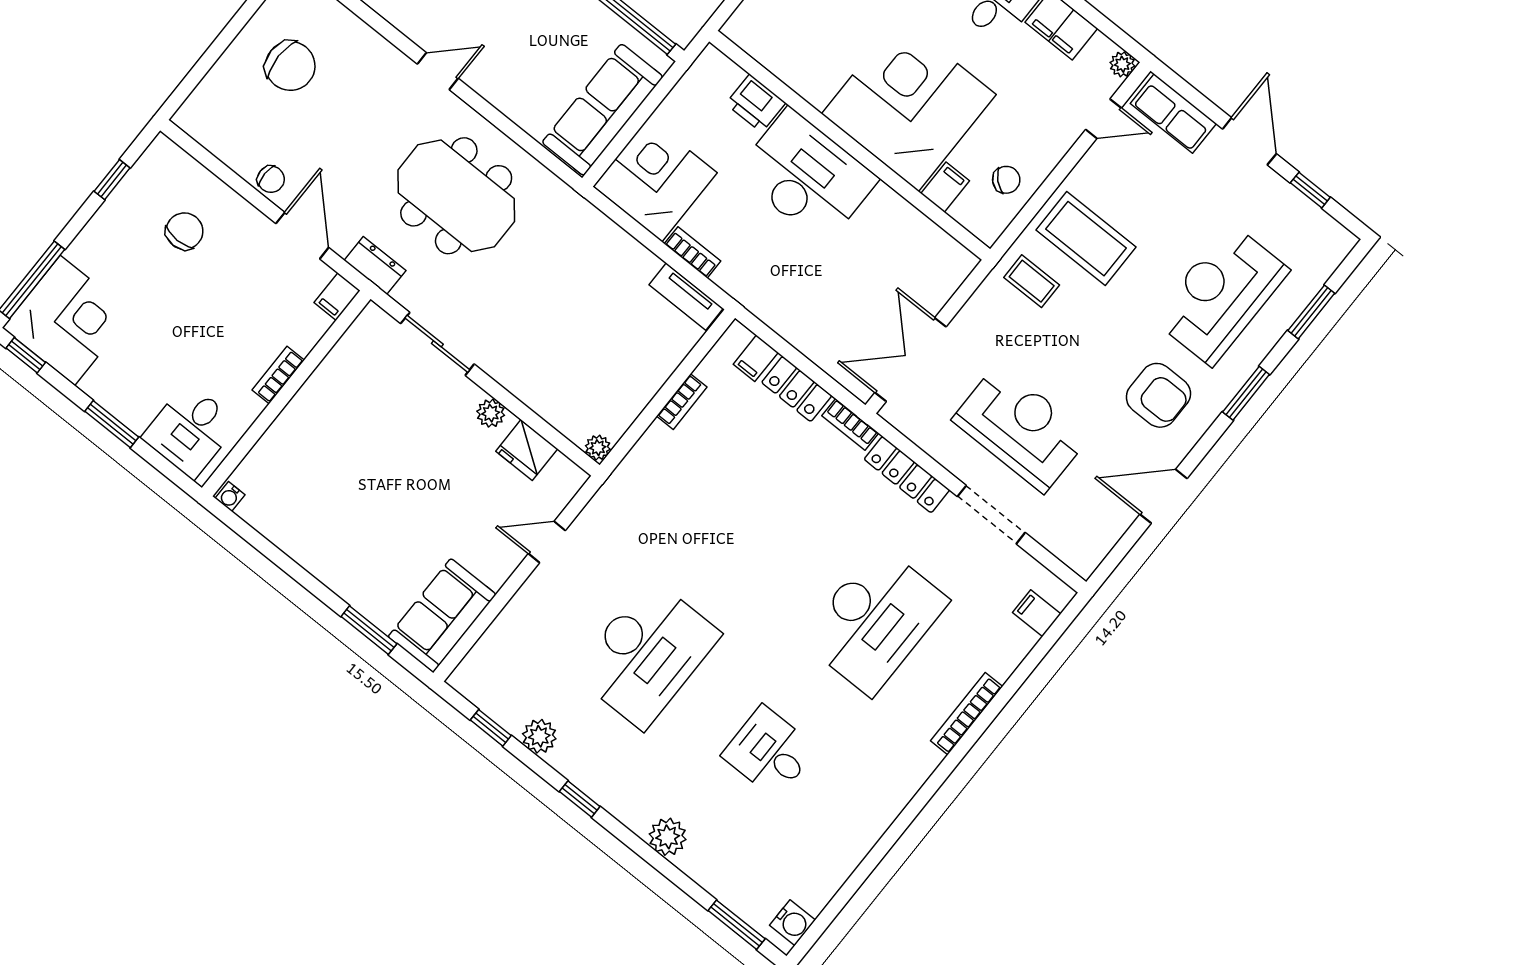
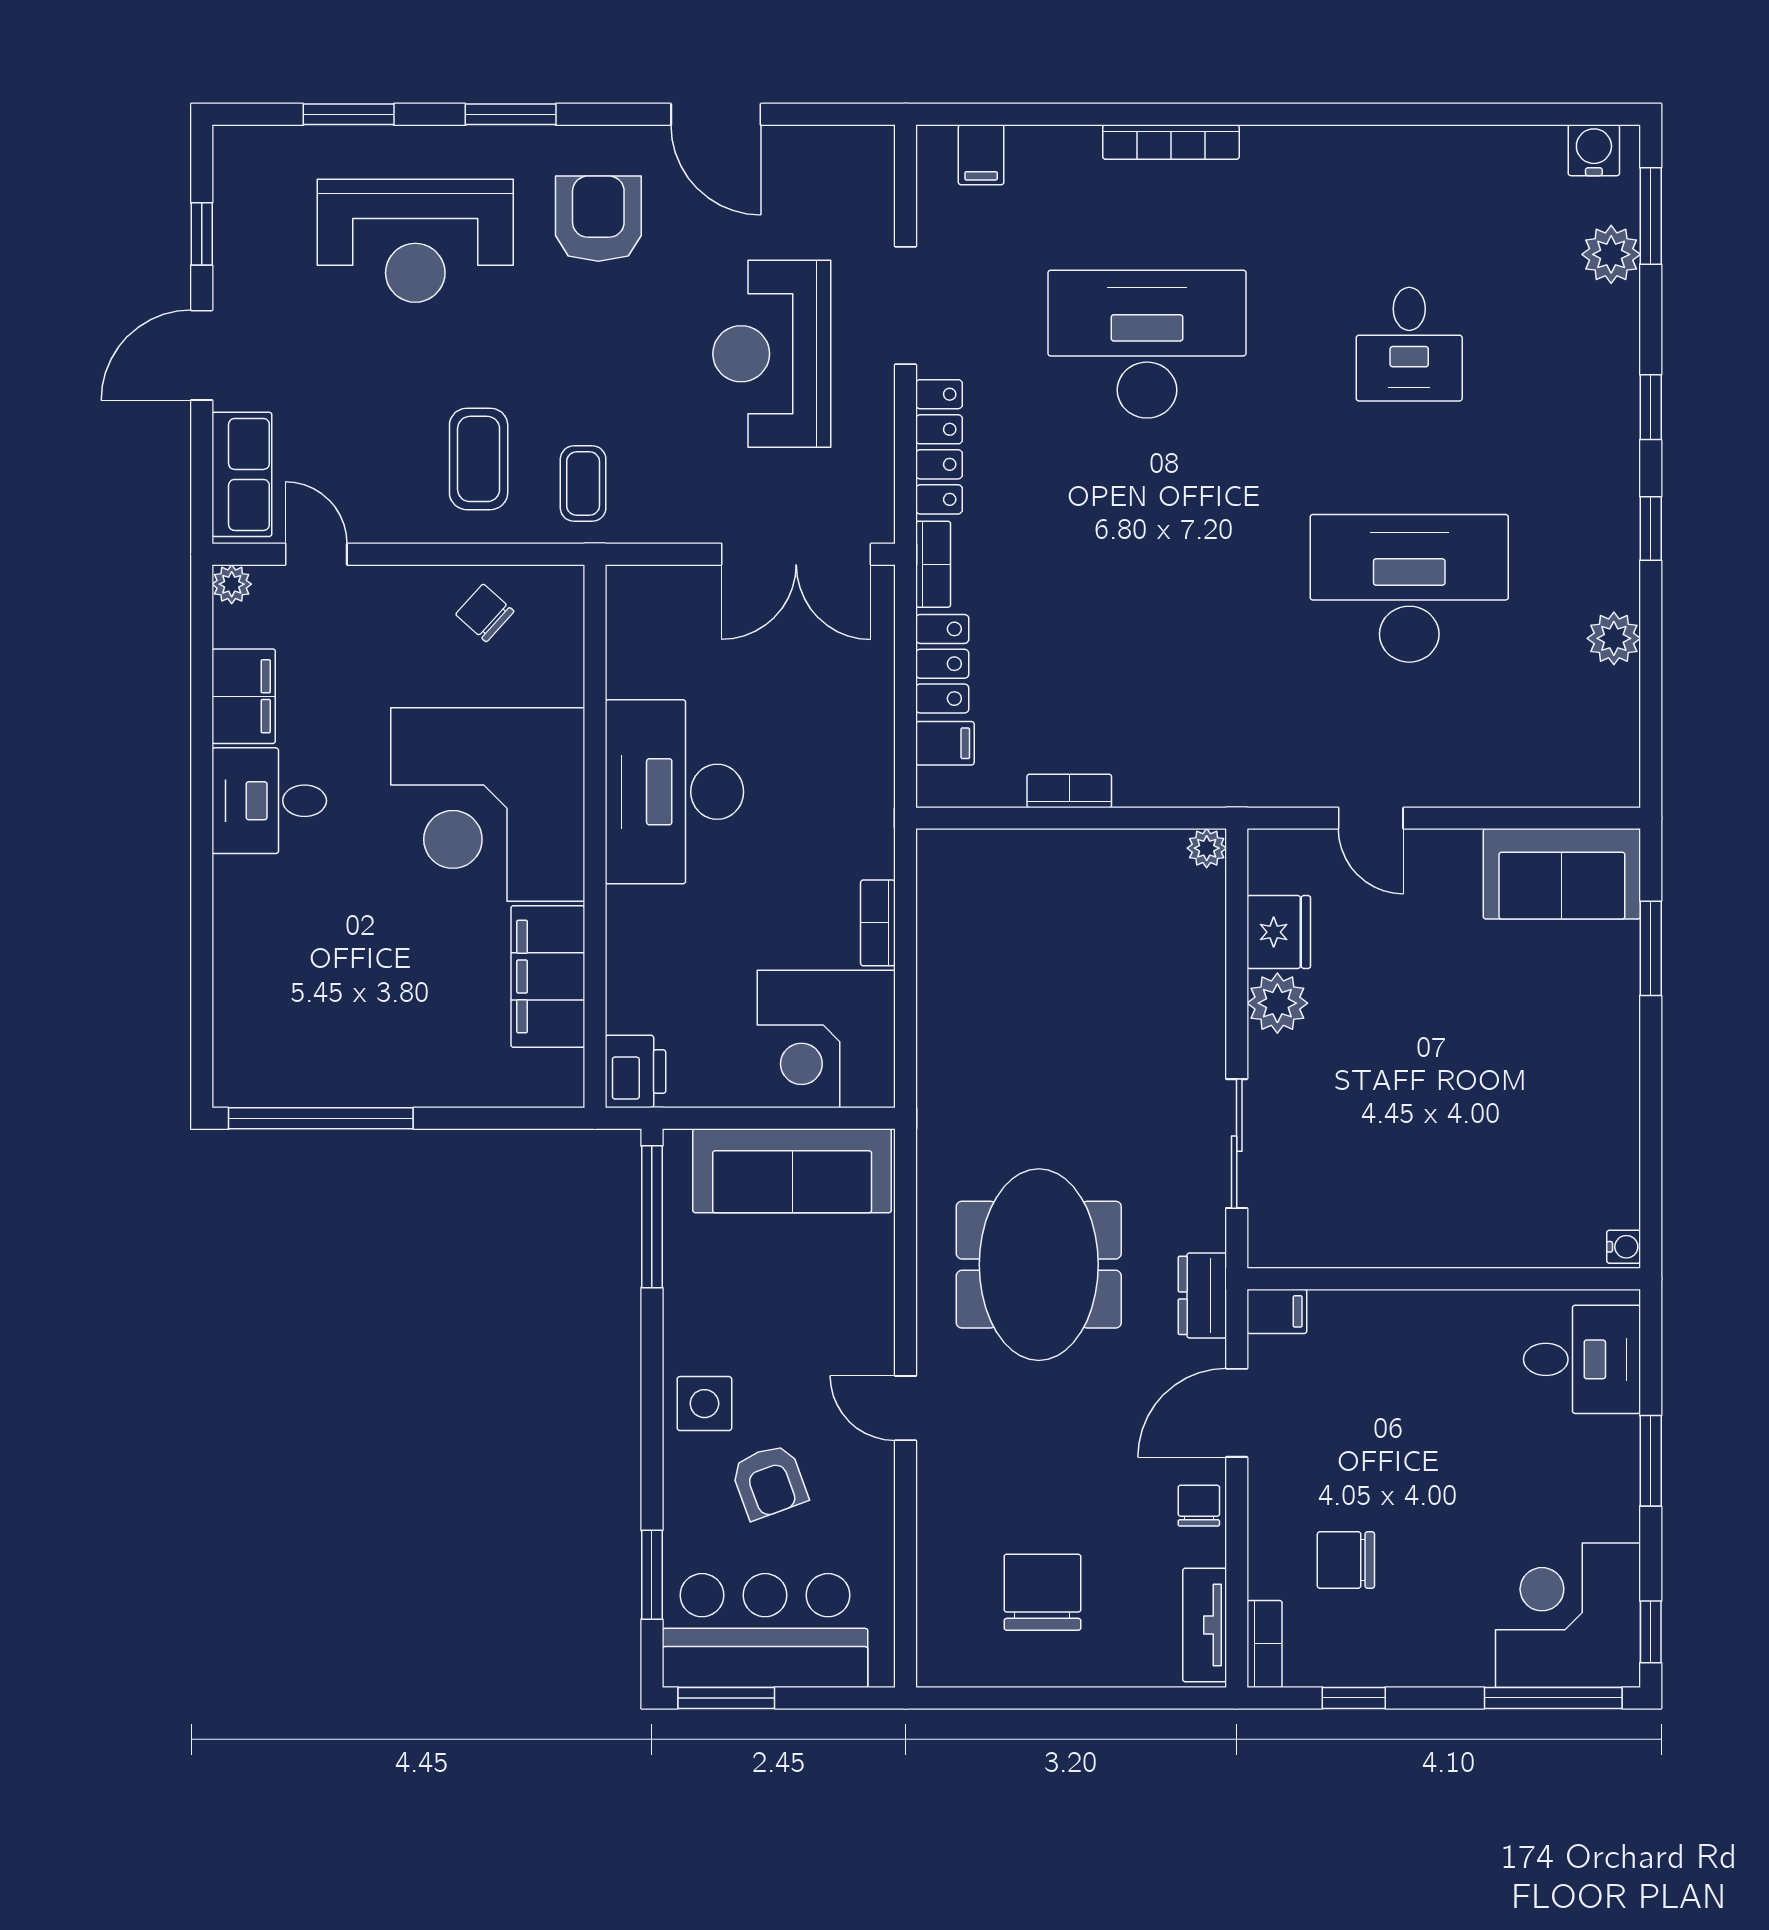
printer: (756, 103) -> (635, 1072), moved
desk: (807, 176) -> (674, 792), moved
filing cabinet: (945, 187) -> (548, 977), moved, width x3.00, depth x1.17
coffee table: (1086, 239) -> (479, 459), width x0.73, depth x0.76
tv unit: (686, 297) -> (1205, 1625), moved, turned 180
bookcase: (278, 375) -> (1265, 1644), moved, turned -90
plant: (491, 413) -> (1277, 1003), width x1.38, depth x1.38
window: (491, 728) -> (1651, 407), moved
plant: (668, 837) -> (1611, 254), moved

